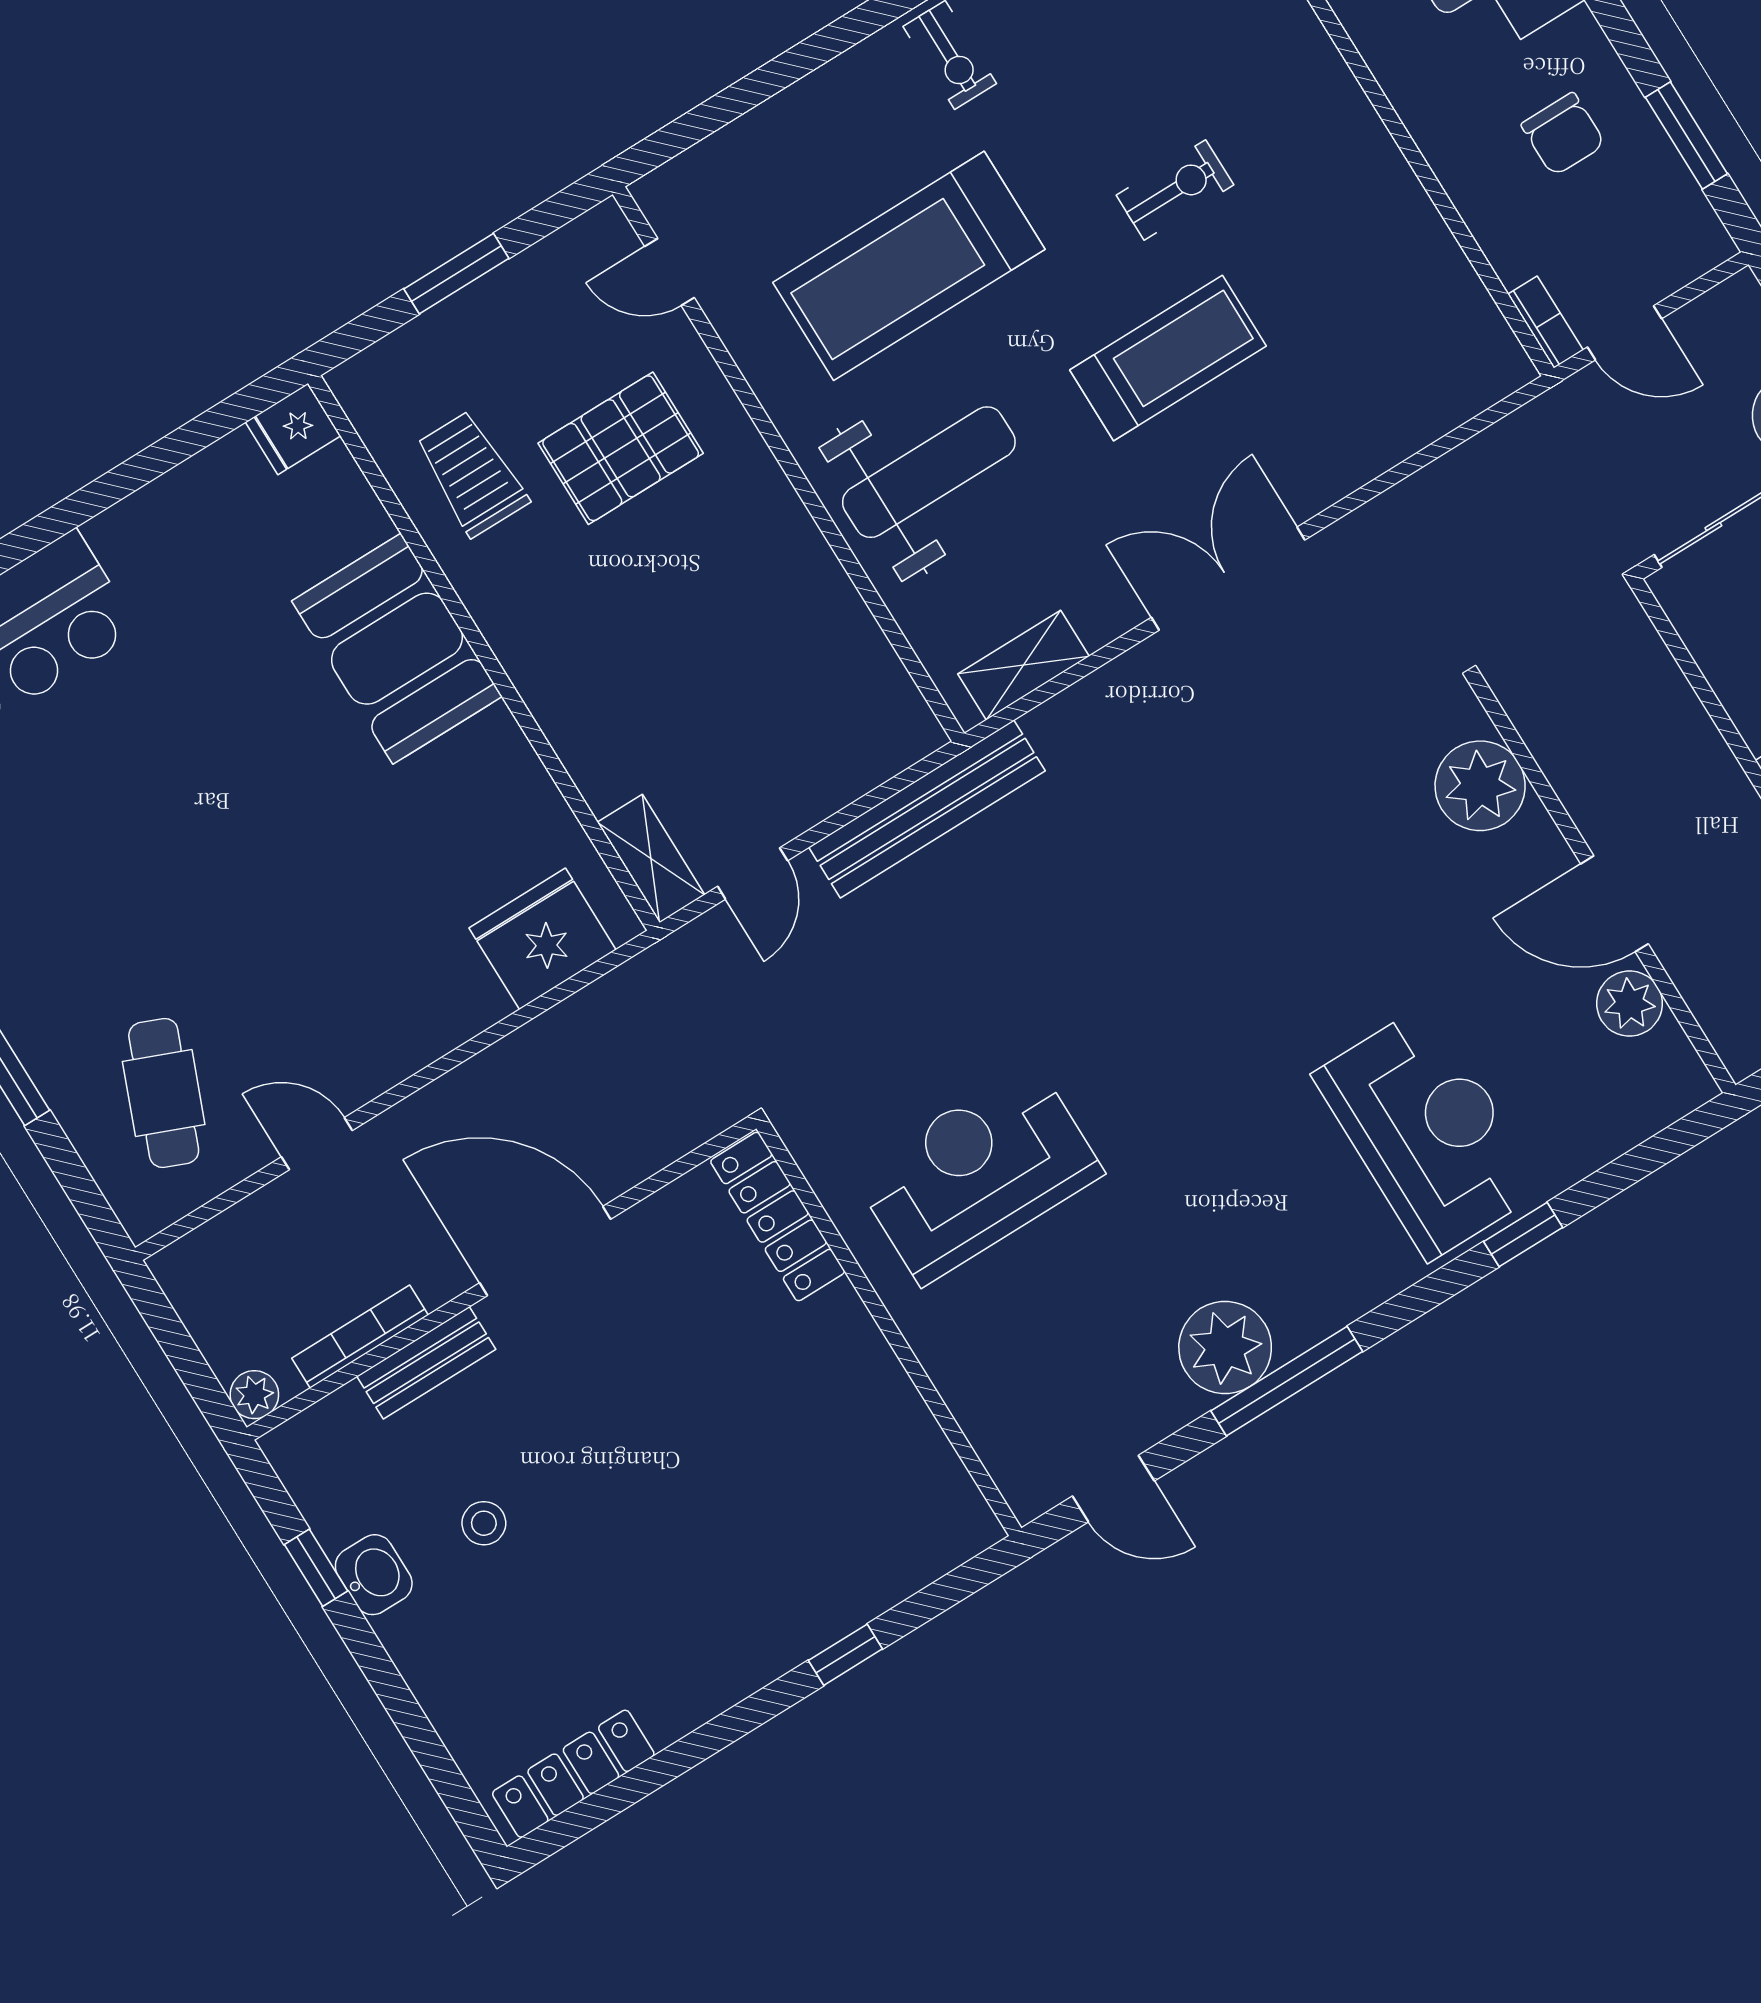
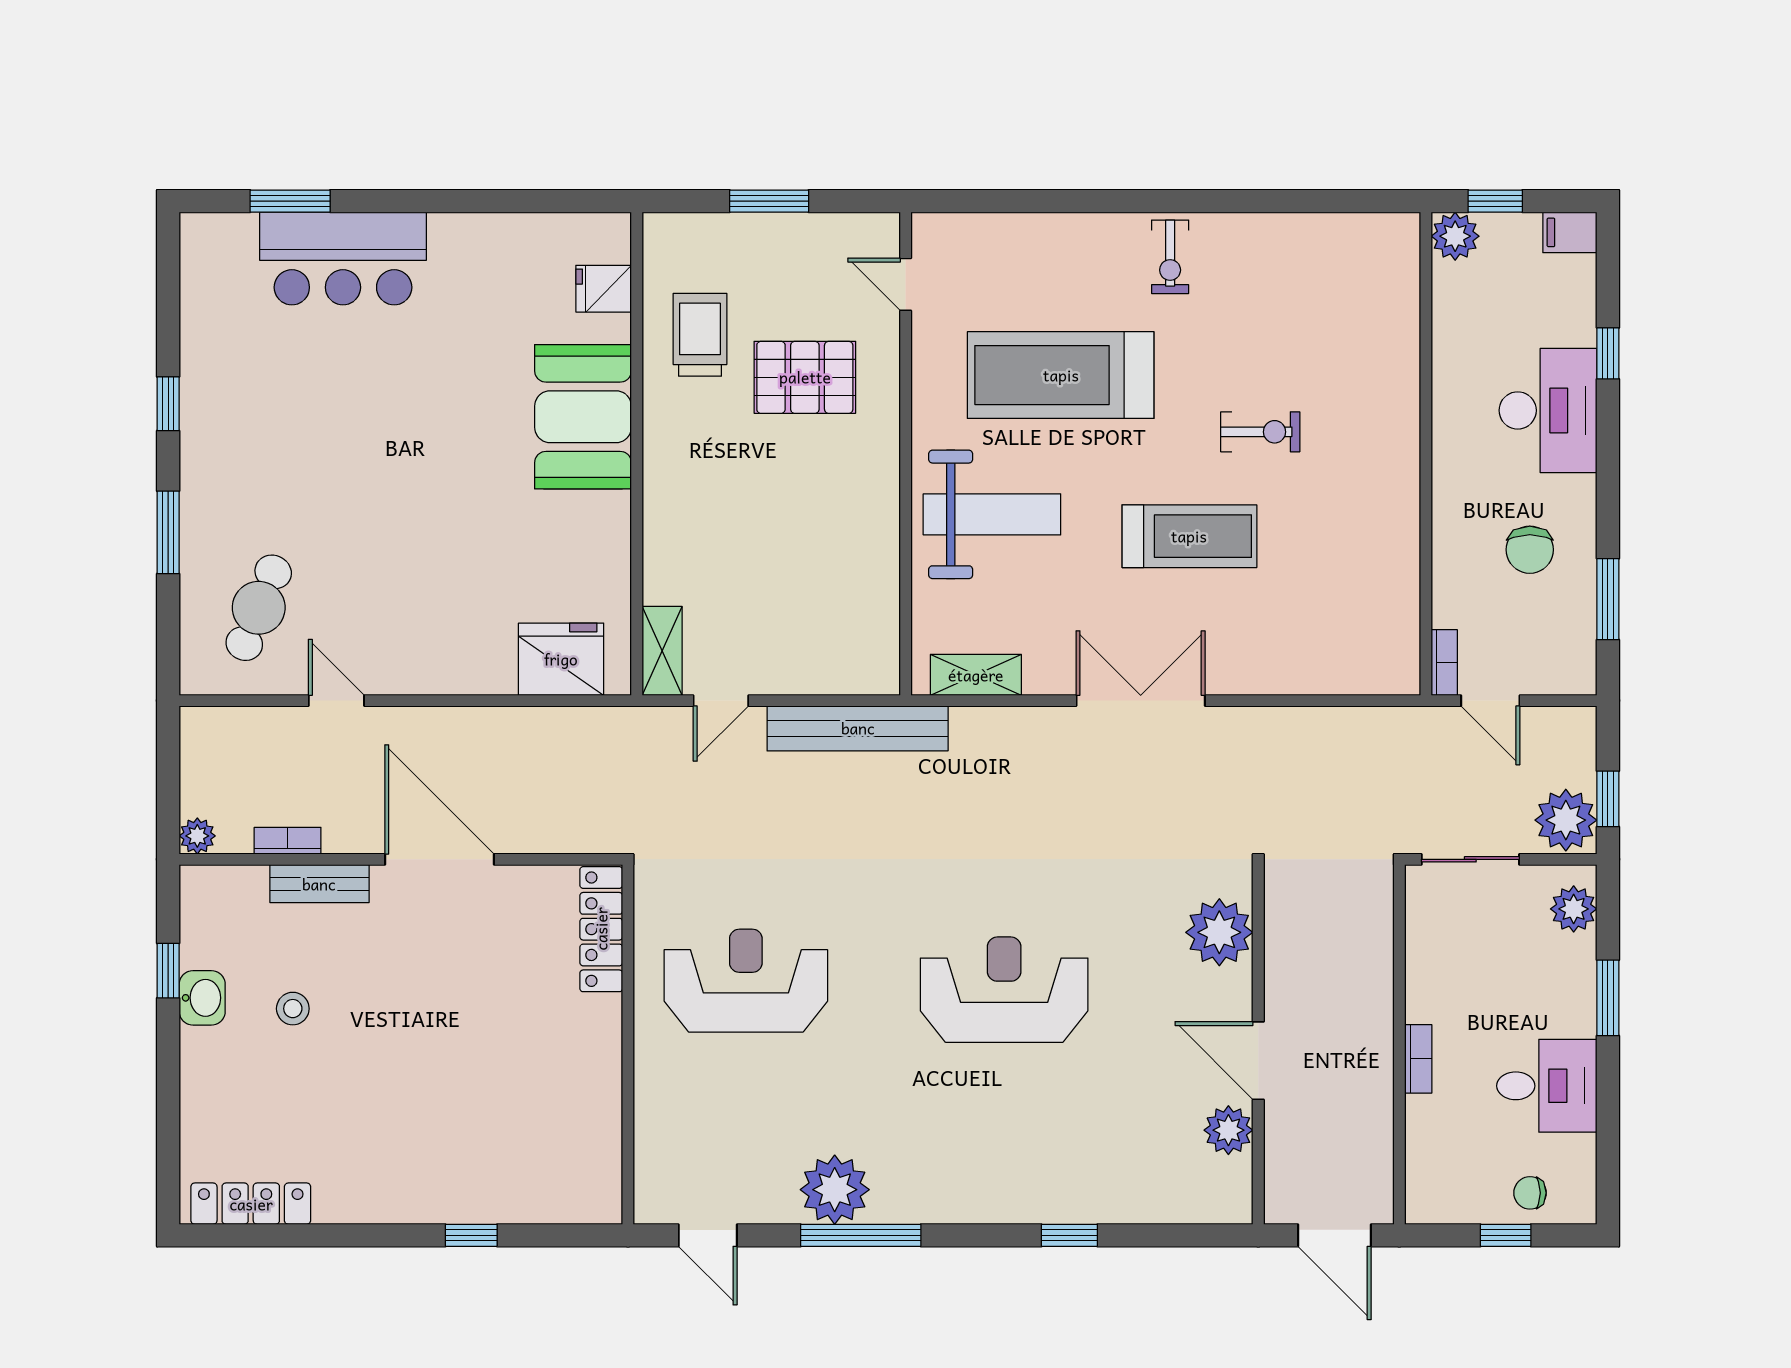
fridge: (293, 429) -> (604, 289), moved
reception desk: (1428, 1132) -> (1004, 990), moved, turned -90
bookcase: (360, 1337) -> (288, 841), width x0.64

